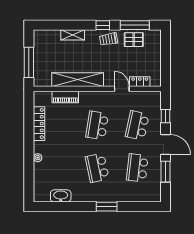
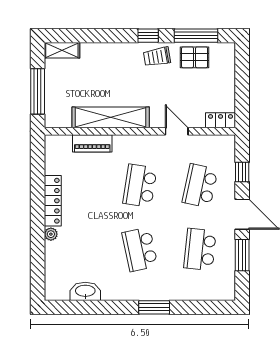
shelving: (73, 35) -> (62, 50), moved
locker: (140, 82) -> (221, 120), moved
locker: (39, 124) -> (53, 201), moved

